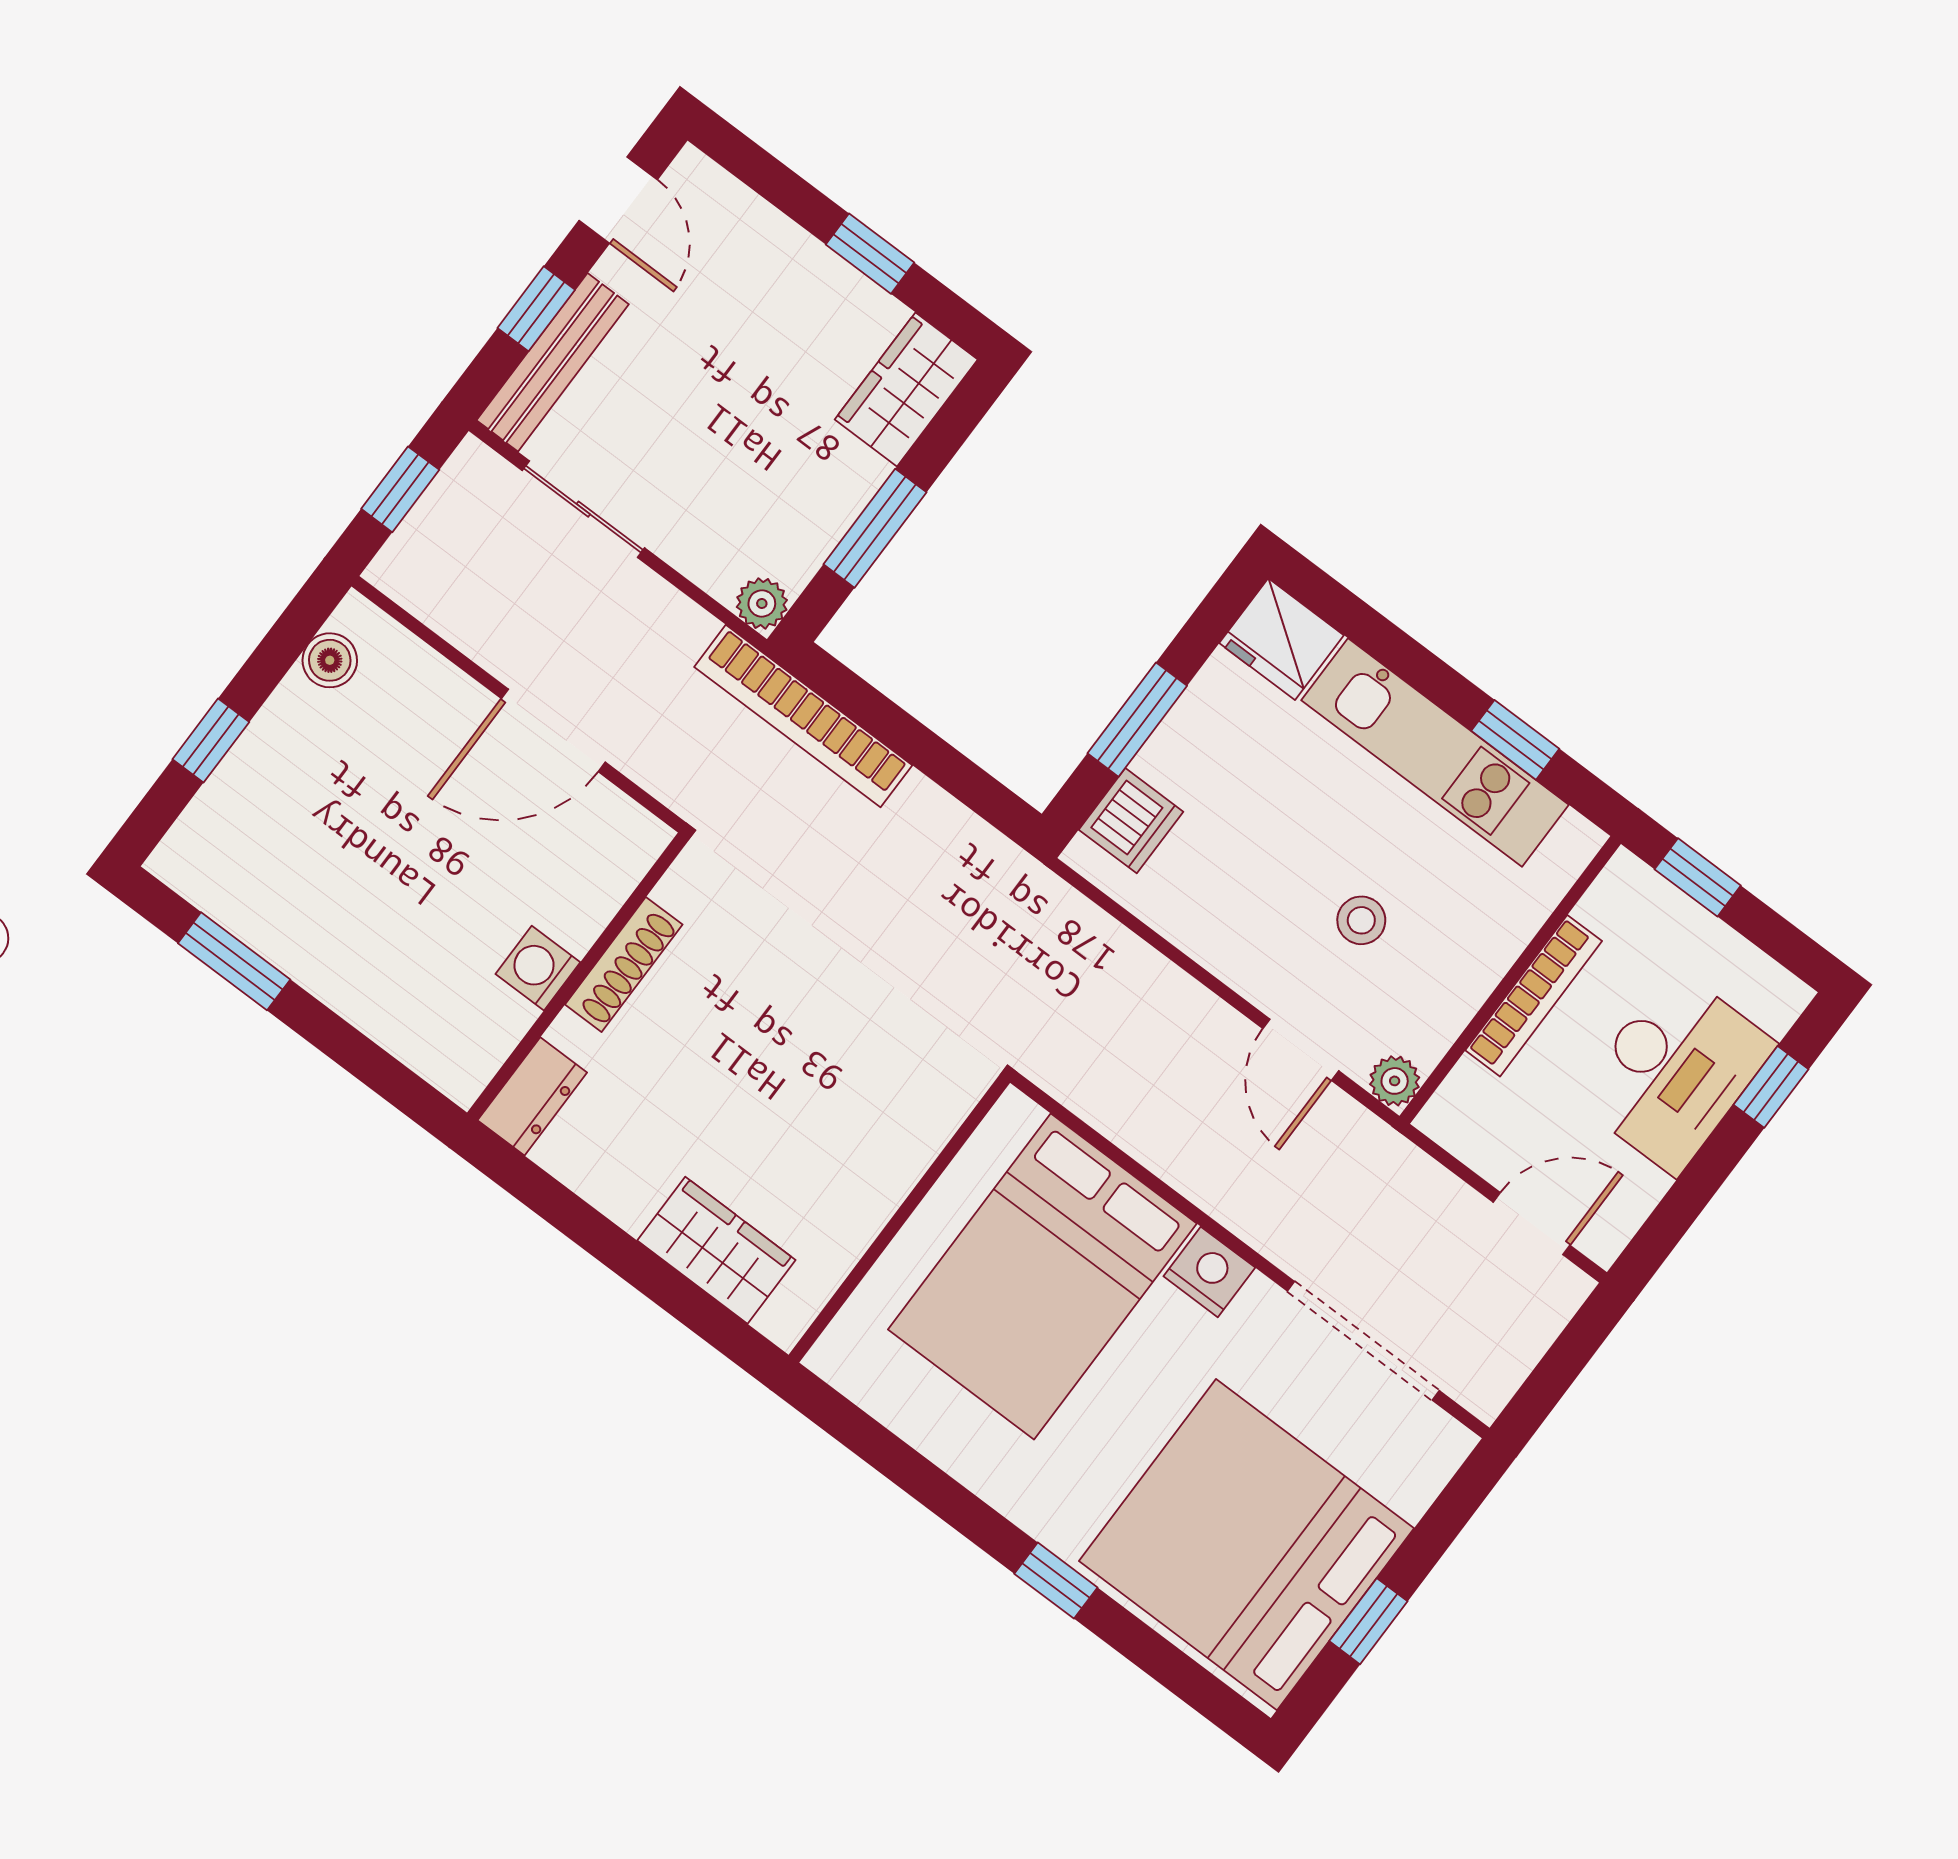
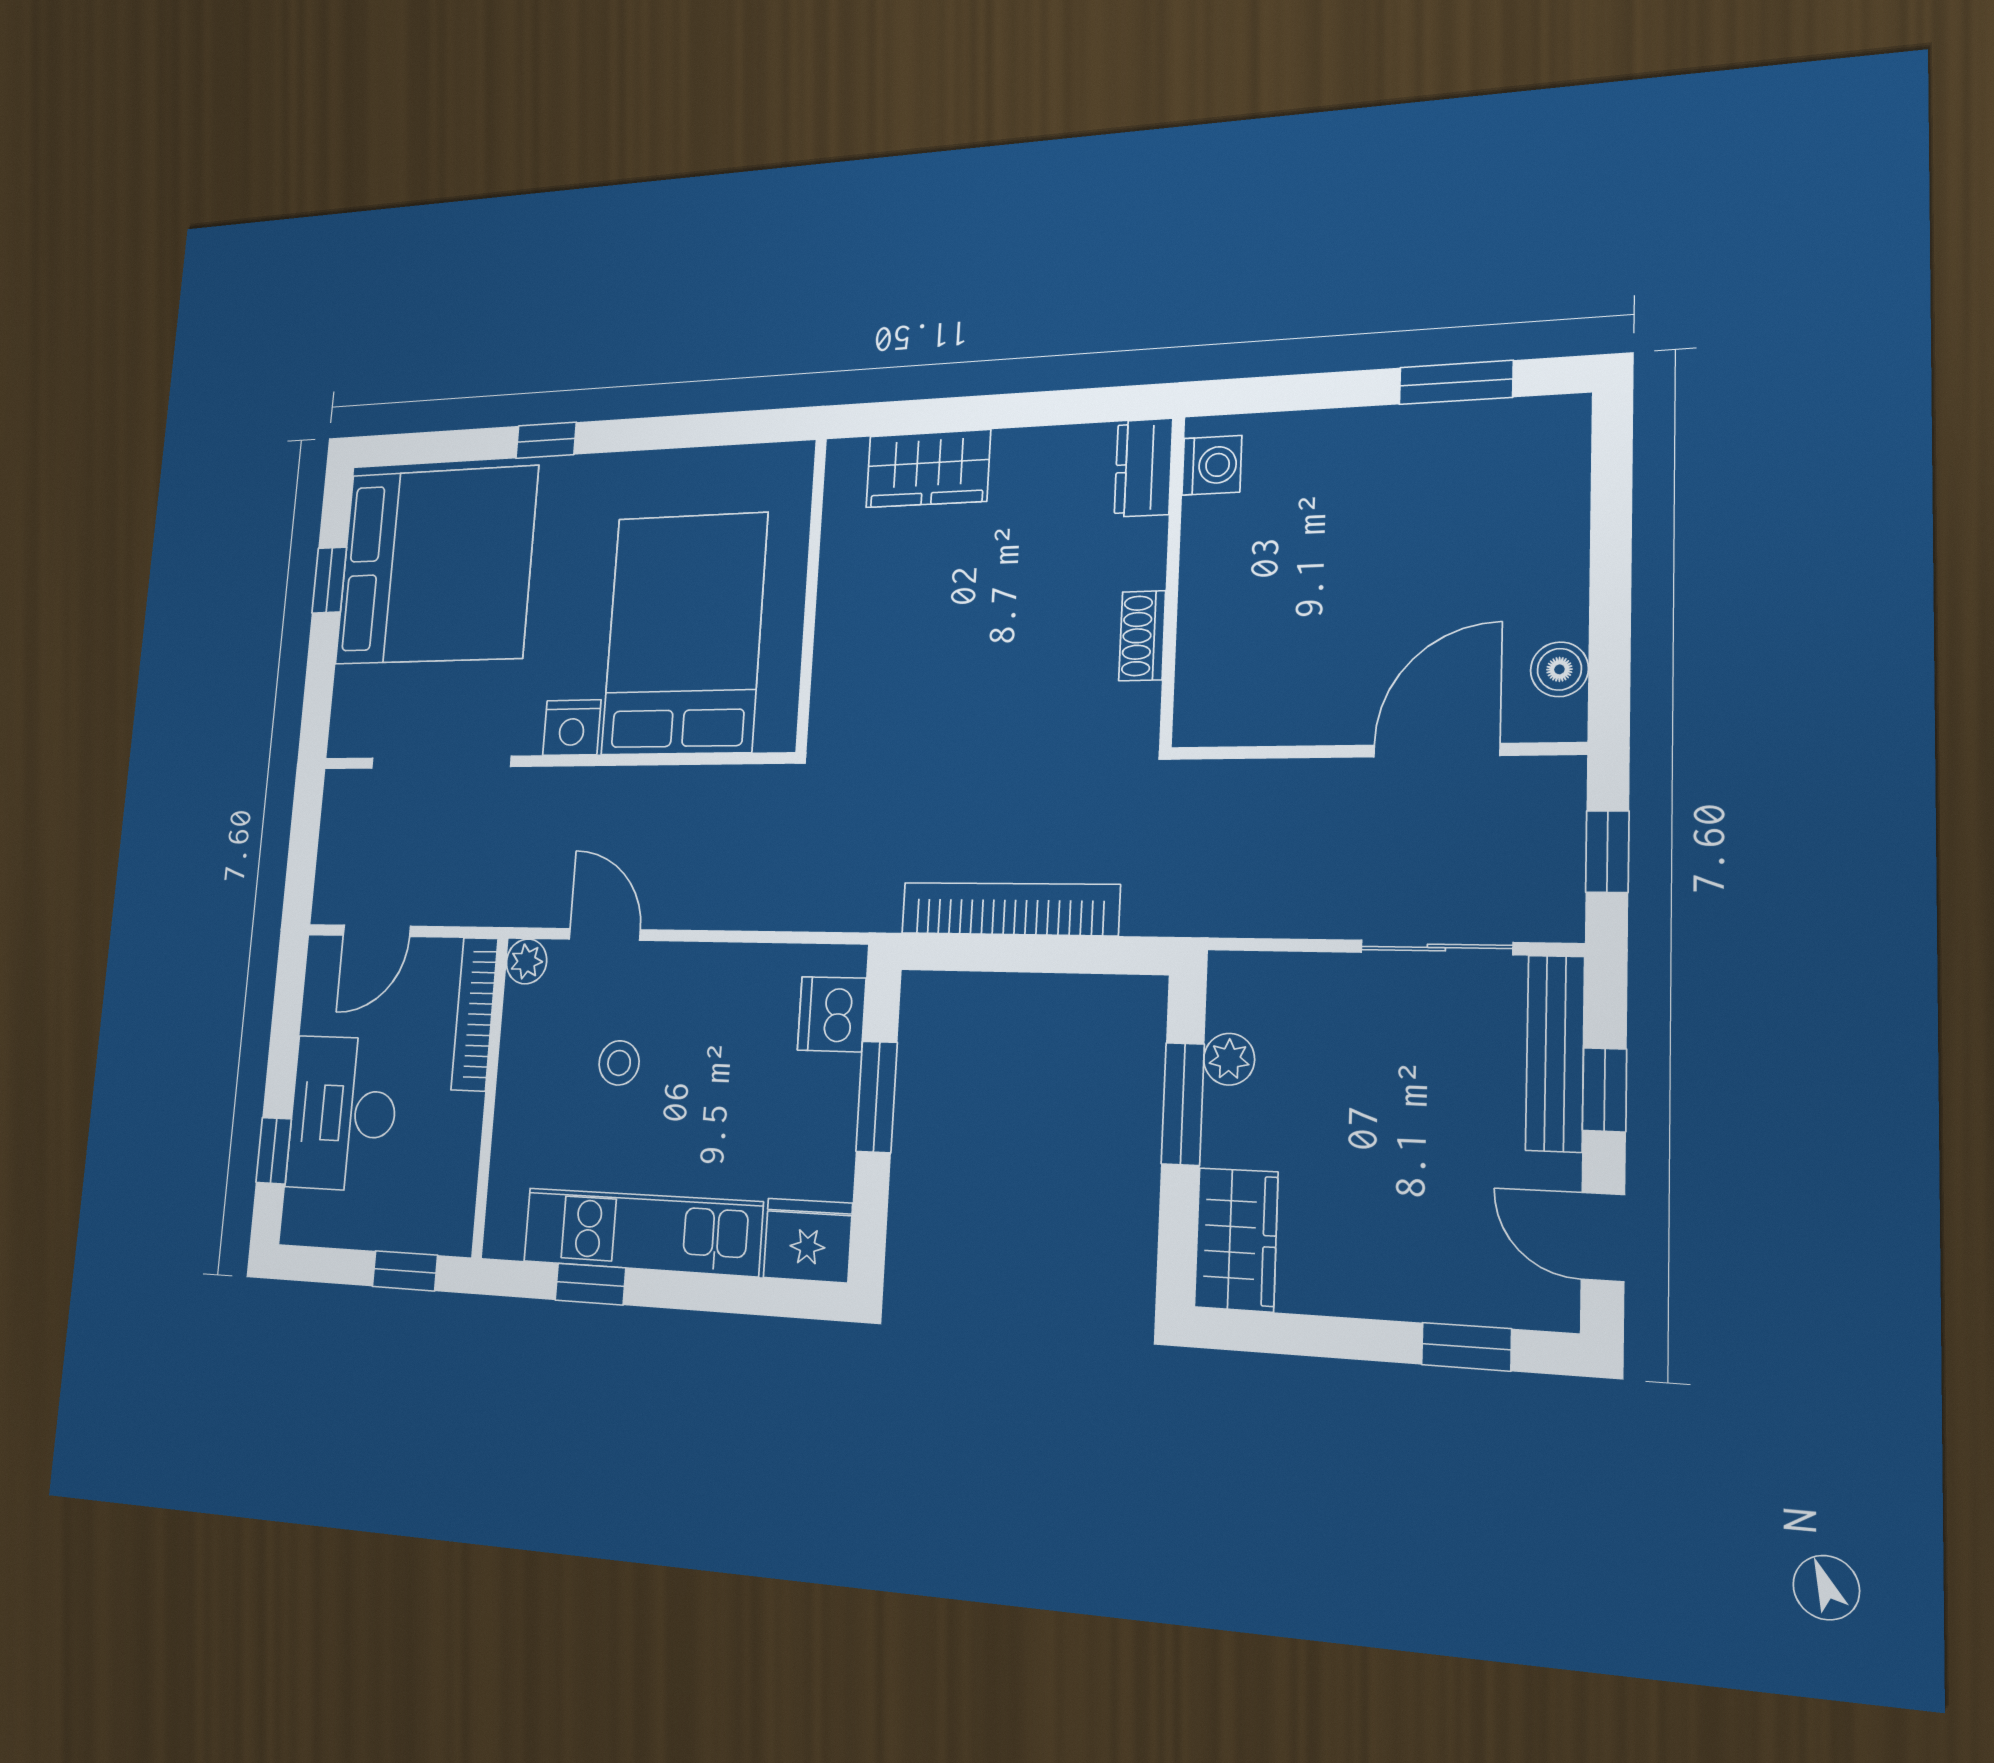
window: (870, 254) -> (1466, 1347), moved
plant: (762, 604) -> (1229, 1059), moved
bookcase: (803, 716) -> (1010, 909), moved
door: (553, 730) -> (1436, 750), moved
window: (211, 741) -> (1611, 532), removed
shoe rack: (624, 964) -> (1142, 636), width x0.70
washing machine: (538, 968) -> (1212, 465), moved
bookcase: (1534, 996) -> (475, 1014), moved

